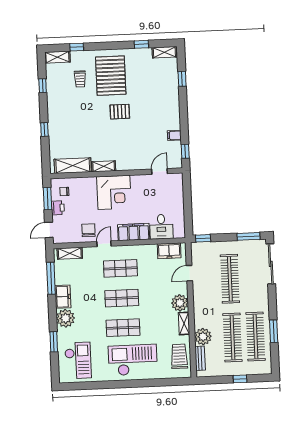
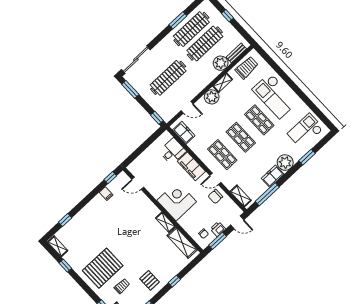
pallet: (120, 112) -> (149, 280), moved
trolley: (179, 356) -> (247, 68), turned 180

